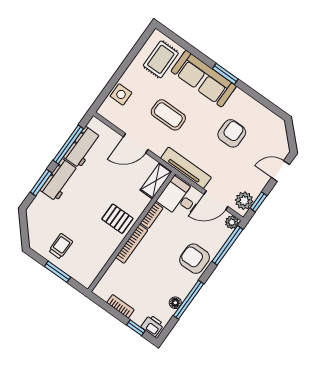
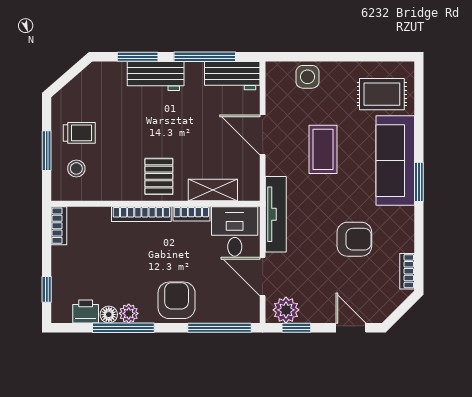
bookcase: (271, 117) -> (407, 271), added
workbench: (82, 147) -> (232, 76), moved
shelving: (156, 181) -> (213, 190), moved
plant: (232, 222) -> (129, 313), moved
stool: (80, 262) -> (76, 168), added
bookcase: (120, 306) -> (59, 226), moved
printer: (152, 326) -> (86, 311), moved, turned -90

